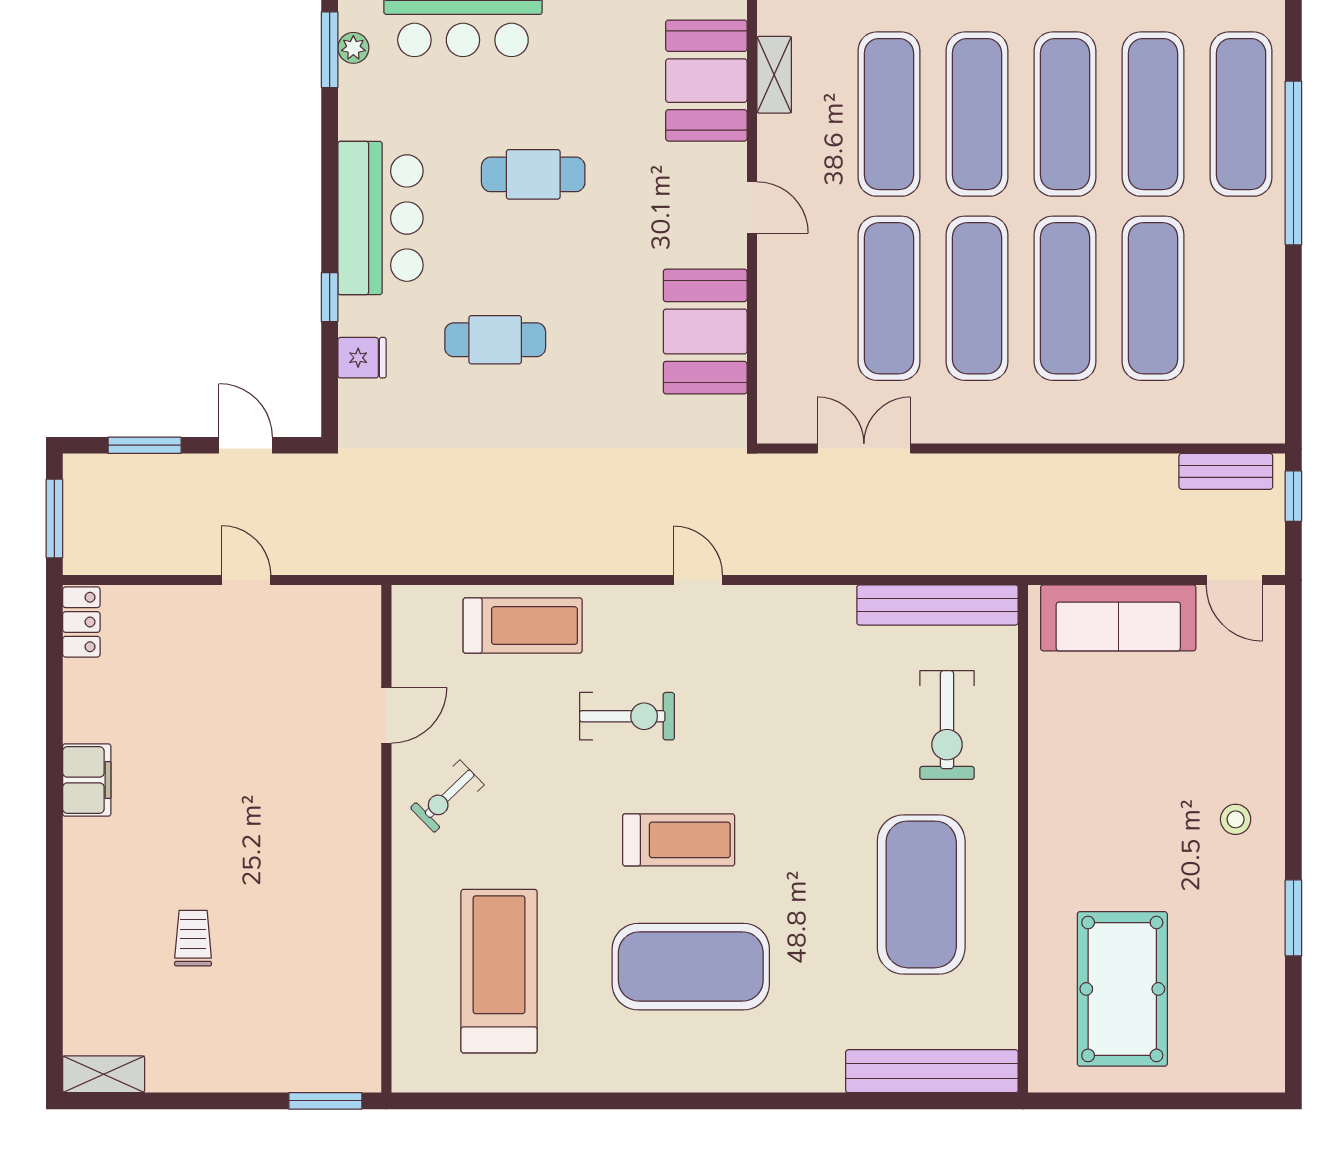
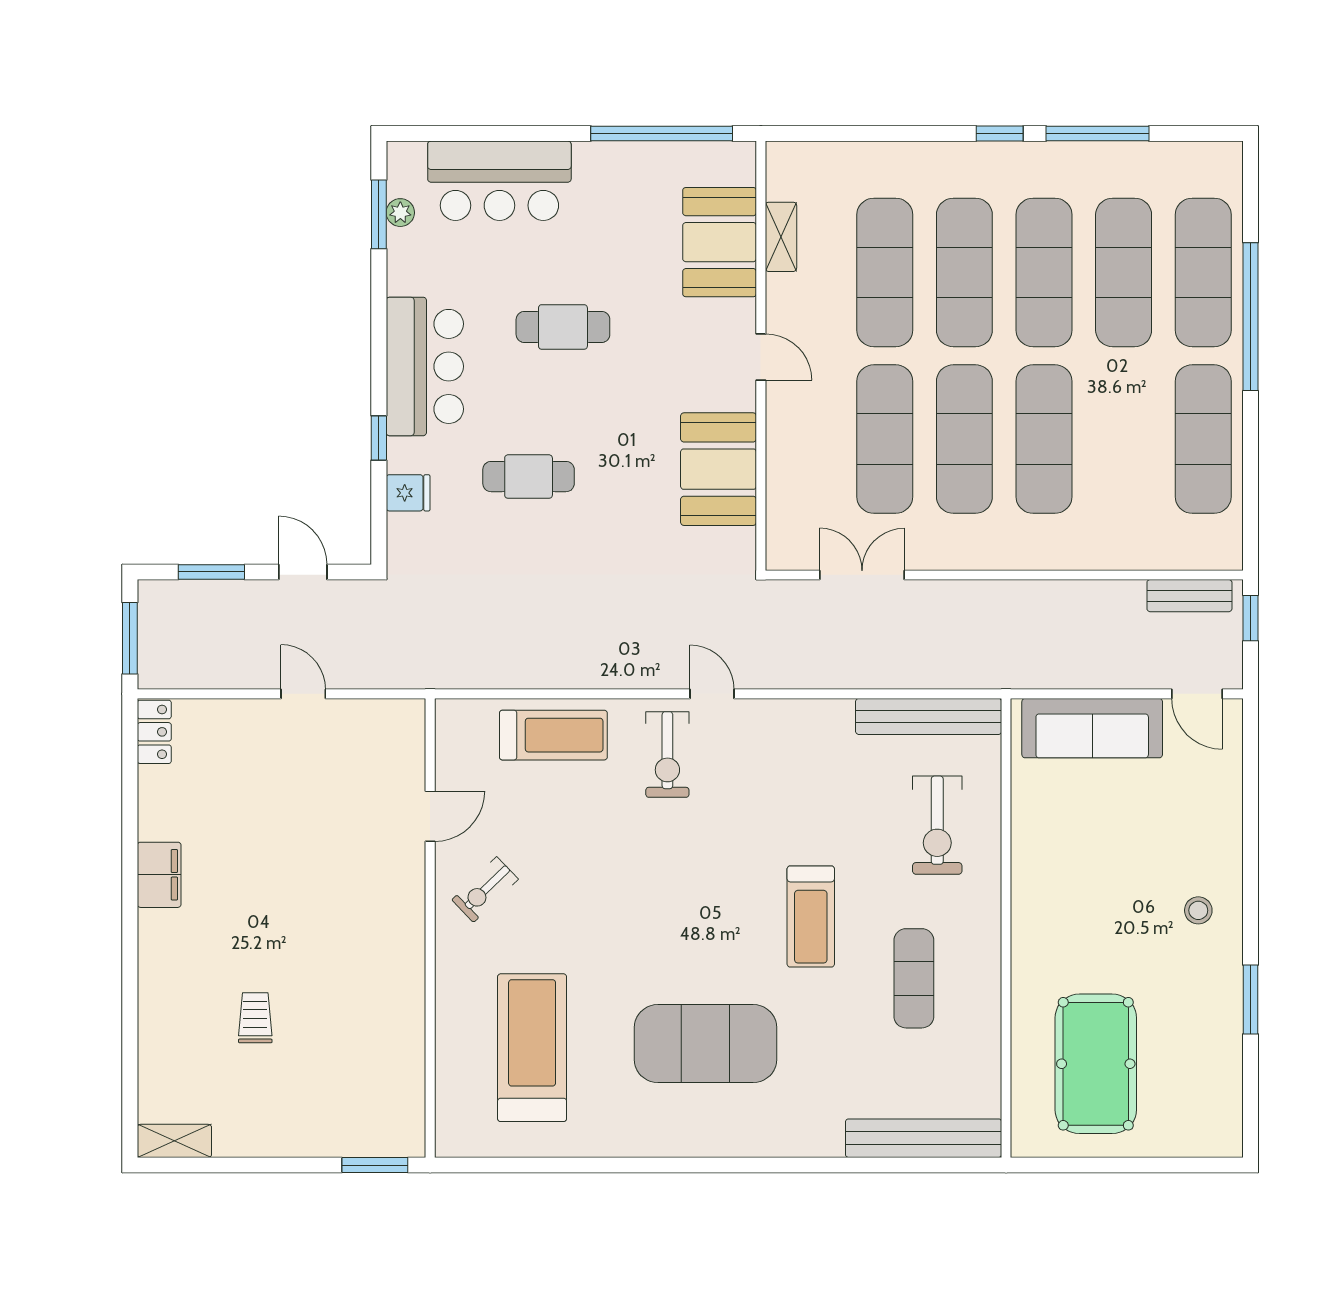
exercise mat: (1153, 298) -> (1203, 439), moved
exercise bike: (627, 716) -> (667, 754), moved, turned 90
treadmill: (679, 840) -> (811, 917), moved, turned 90
exercise mat: (921, 894) -> (914, 978), width x0.50, depth x0.69

